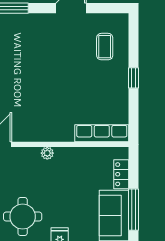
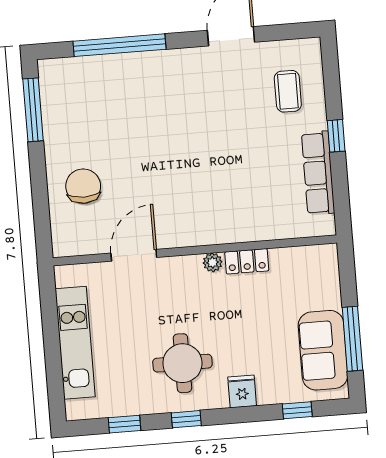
row of seats: (102, 133) -> (318, 173), moved, turned -90
locker: (121, 174) -> (247, 261), moved, turned -90

